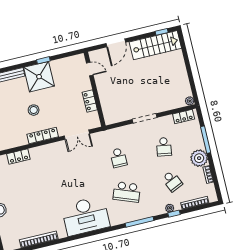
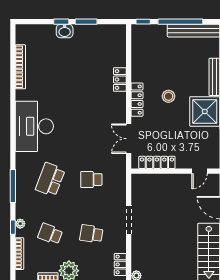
locker: (90, 101) -> (157, 162), width x1.53
locker: (18, 157) -> (120, 80), moved
school desk: (172, 181) -> (50, 234), turned 45

